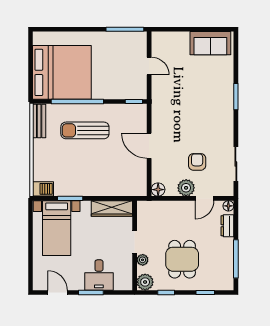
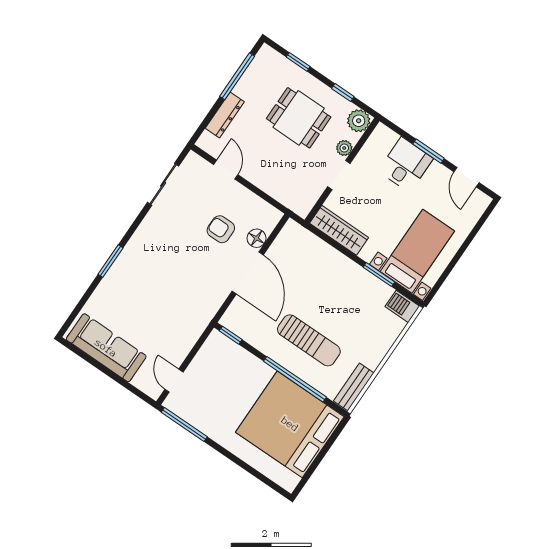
sofa: (210, 43) -> (106, 348), width x1.36
door: (149, 66) -> (174, 381), moved
door: (149, 146) -> (248, 273), width x1.36
armchair: (197, 162) -> (221, 229), moved, turned 90
plant: (186, 188) -> (238, 196), removed
floor lamp: (158, 190) -> (257, 238), moved
door: (204, 198) -> (226, 170), hinge flipped
floor lamp: (228, 206) -> (204, 142), removed
dresser: (227, 226) -> (225, 115), width x1.44
dining table: (182, 259) -> (299, 118), turned 90

